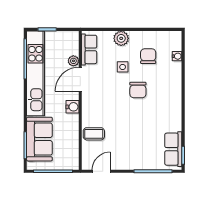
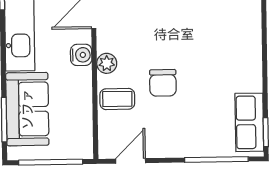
chair: (138, 90) -> (163, 83), moved
plant: (88, 112) -> (107, 63), added

